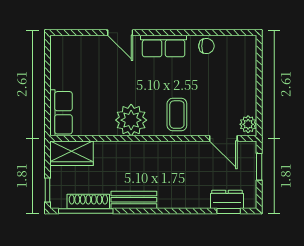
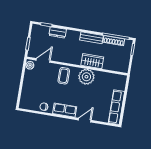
door: (120, 33) -> (85, 120), hinge flipped
row of seats: (61, 113) -> (116, 107), moved, width x1.48
door: (223, 138) -> (43, 60), hinge flipped
wardrobe: (72, 153) -> (92, 61), moved
dresser: (227, 199) -> (58, 32), moved

